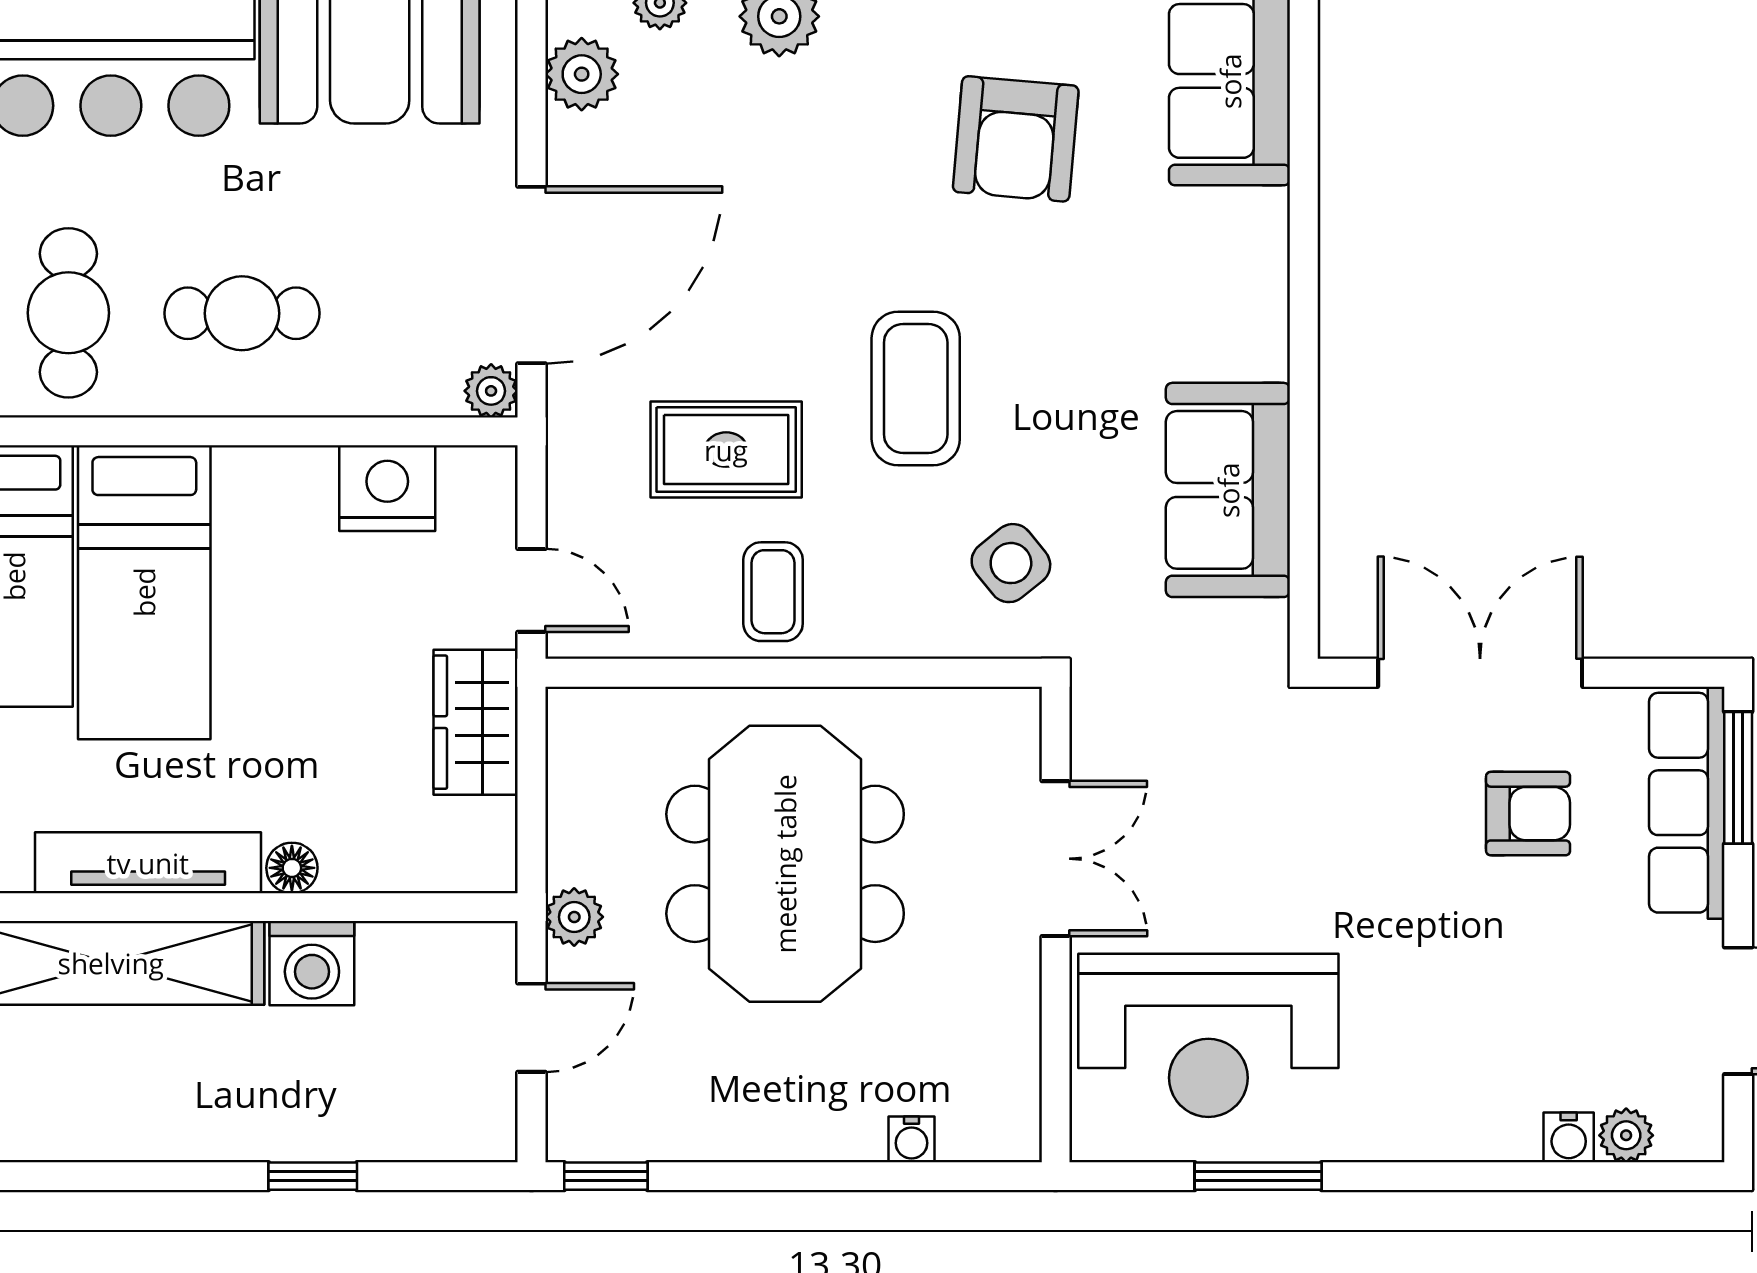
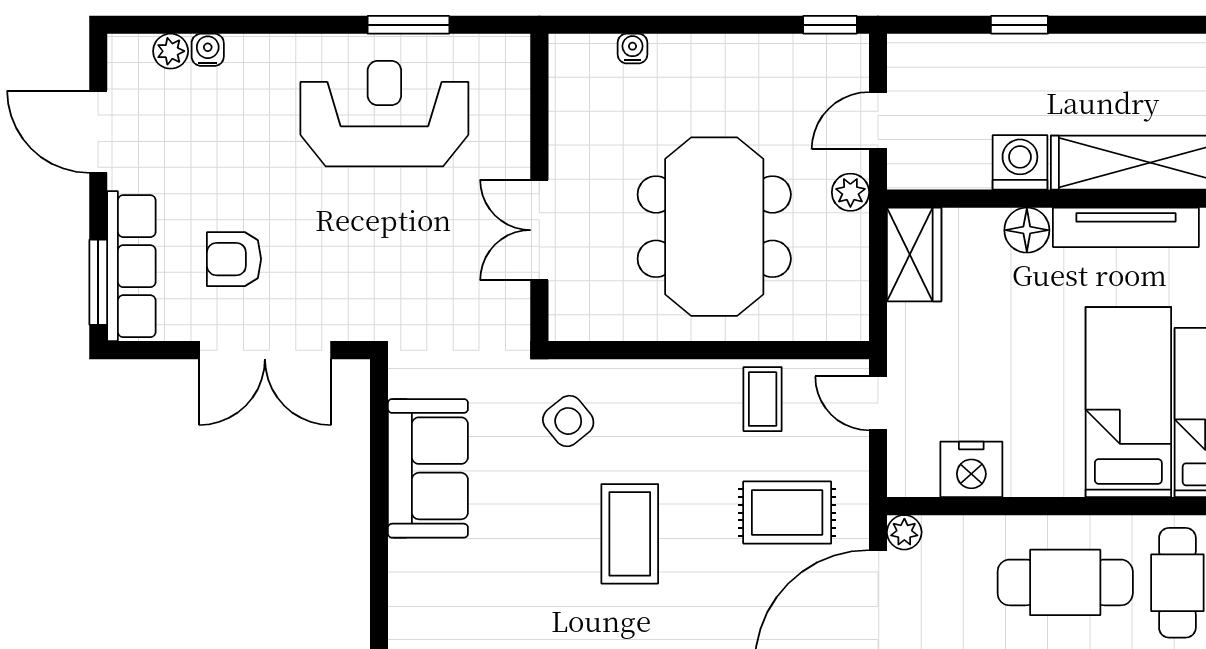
cafe table: (242, 313) -> (1065, 582), width x1.37, depth x1.35
rug: (726, 450) -> (787, 513), moved
coffee table: (773, 592) -> (763, 399), moved
wardrobe: (476, 722) -> (914, 254), moved
floor lamp: (292, 868) -> (1027, 230), width x1.37, depth x1.37
reception desk: (1208, 1035) -> (384, 114), moved

